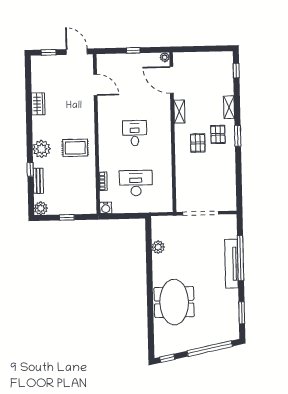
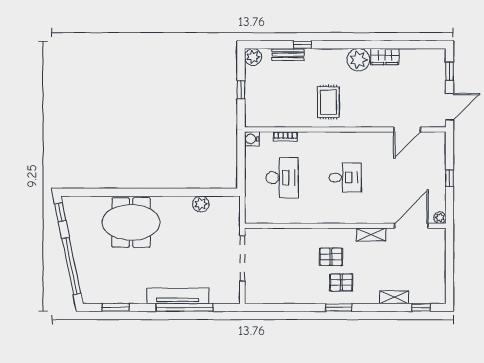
shelving: (229, 107) -> (394, 297), moved
plant: (42, 149) -> (358, 60), moved

